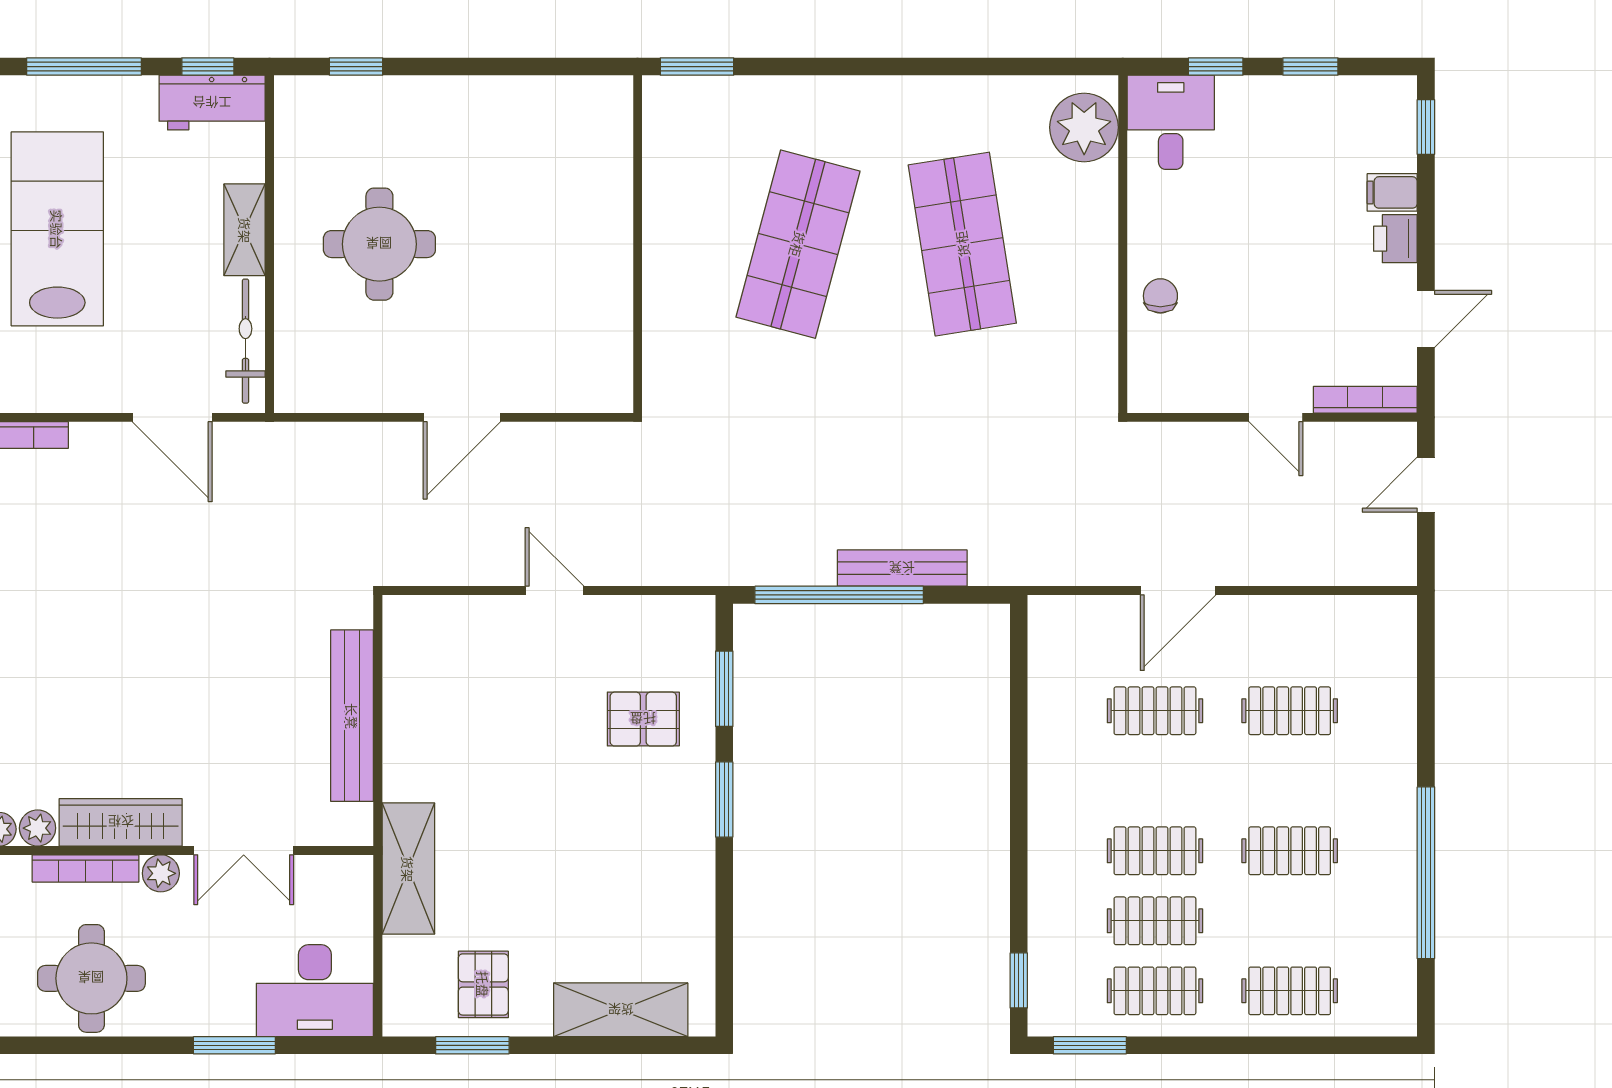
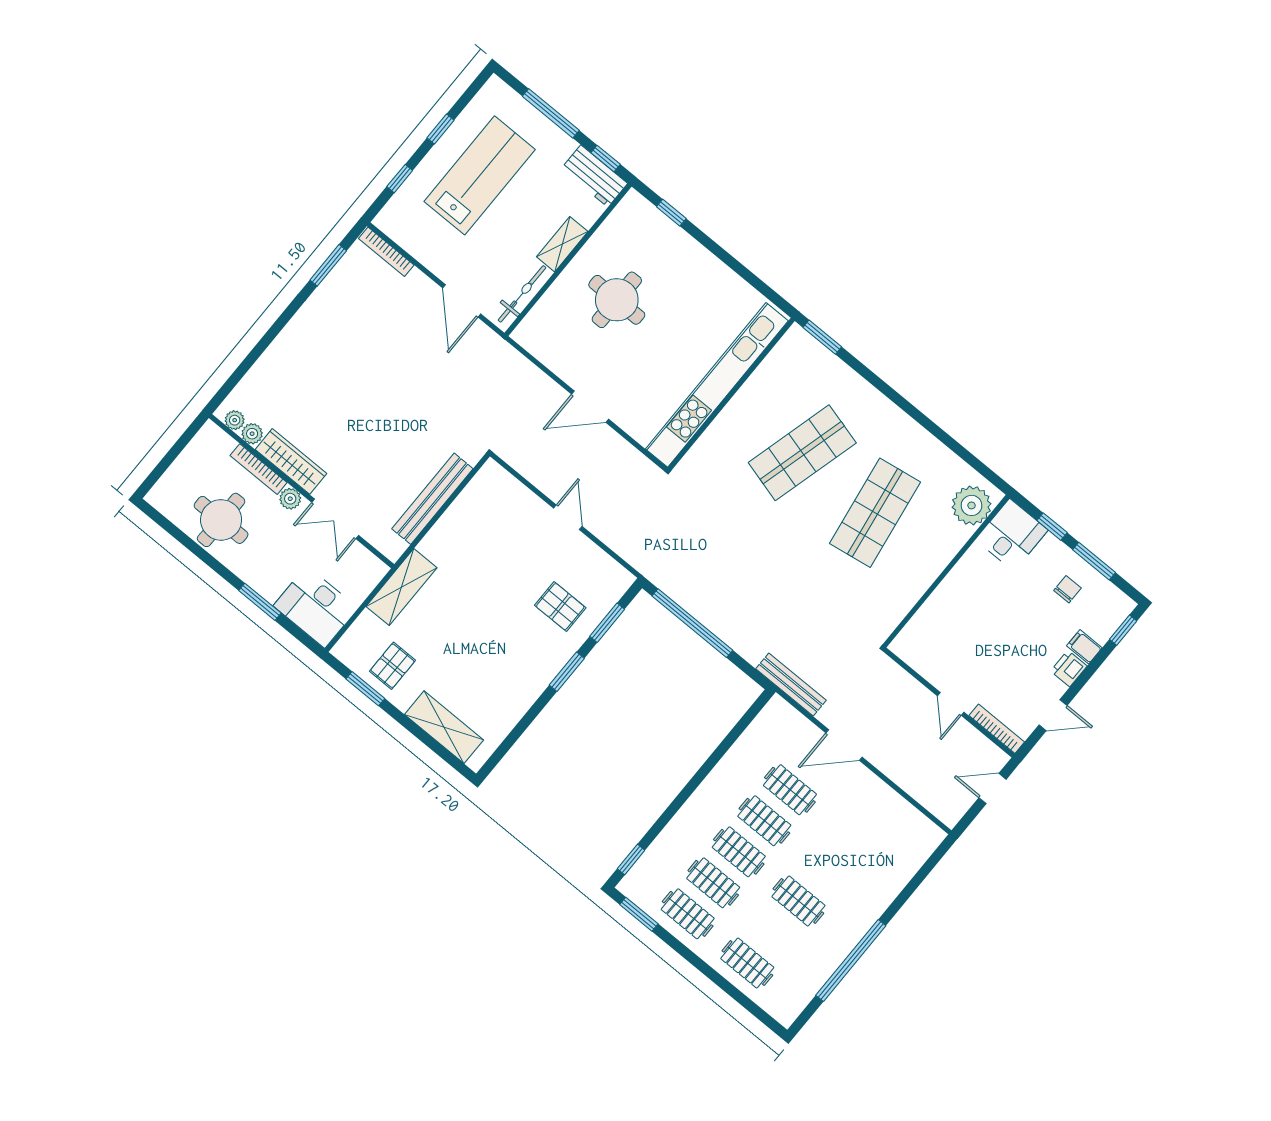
window: (1310, 67) -> (1094, 561), width x1.50
kitchen unit: (608, 248) -> (717, 385), added
chair: (1160, 296) -> (1068, 589), moved
bench: (902, 568) -> (791, 685), moved
clothes rail: (1290, 711) -> (764, 821), moved

